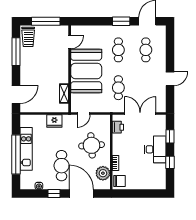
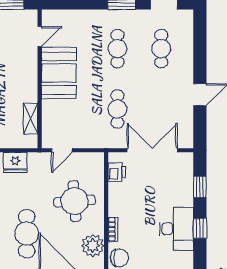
booth: (86, 71) -> (59, 73), width x0.73, depth x0.70
desk: (155, 149) -> (176, 229), moved

